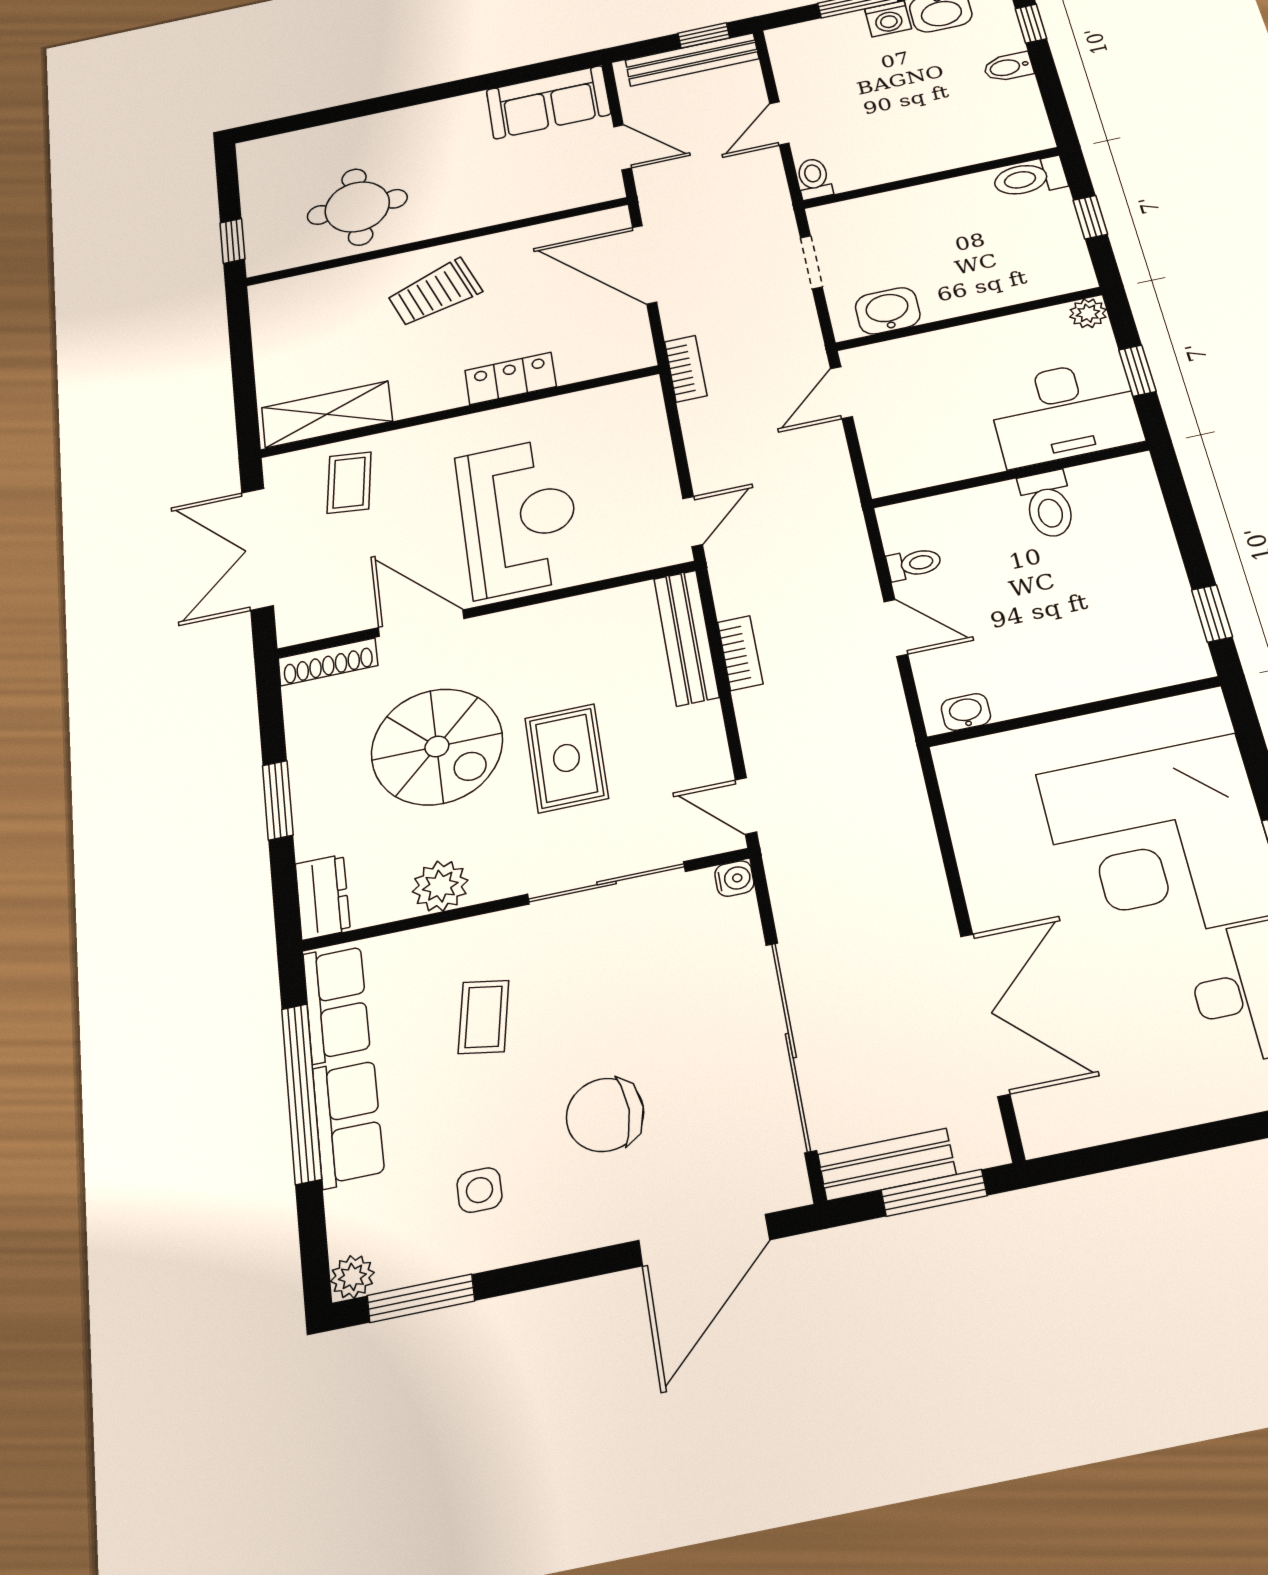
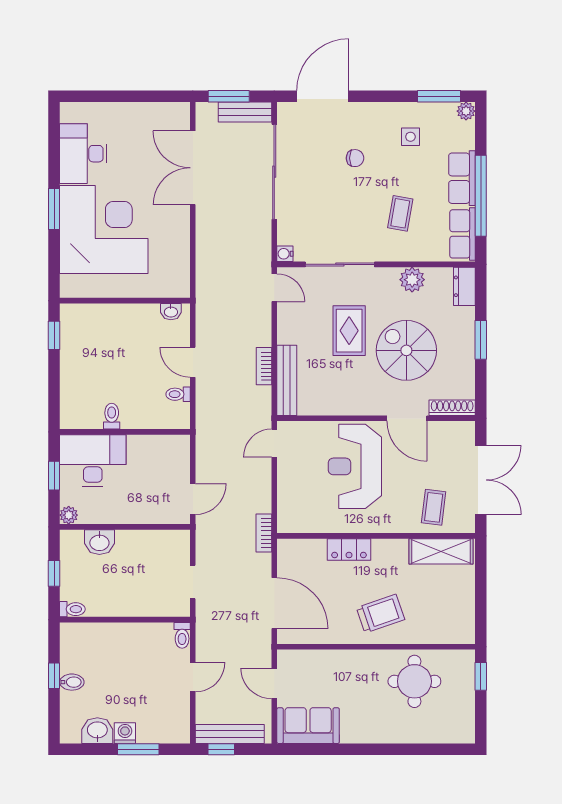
window: (1031, 24) -> (54, 676), moved
toilet: (1030, 178) -> (72, 609), width x0.73, depth x0.72
washbasin: (888, 311) -> (99, 542), moved
toilet: (1048, 504) -> (112, 416), width x0.73, depth x0.72
chair: (605, 1115) -> (355, 158), width x0.54, depth x0.54

